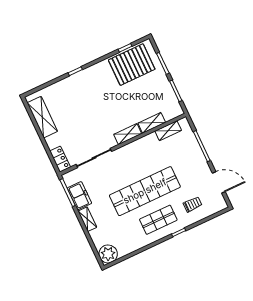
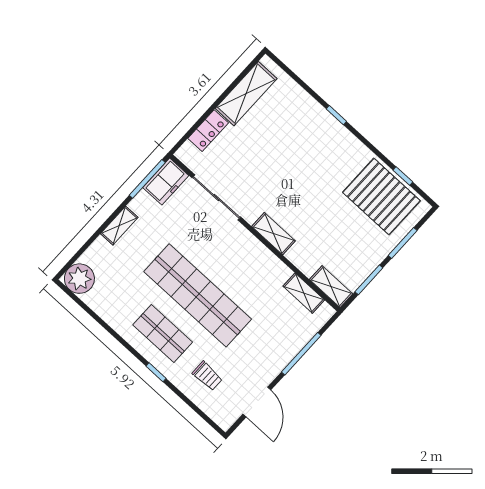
shelving: (152, 123) -> (331, 287), moved
locker: (60, 159) -> (208, 131), moved
freezer: (79, 196) -> (166, 182), moved

